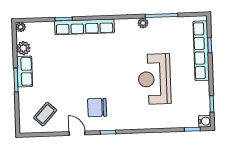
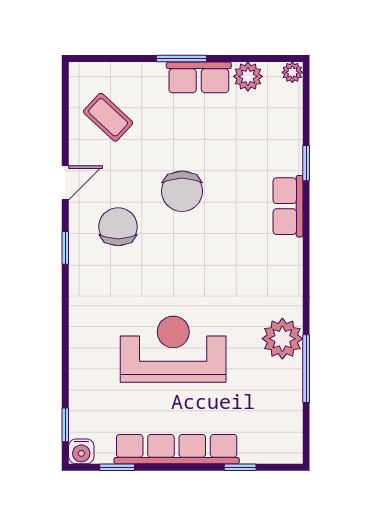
plant: (143, 23) -> (282, 339), width x1.88, depth x1.88
row of seats: (84, 27) -> (288, 206), width x0.50
row of seats: (201, 51) -> (177, 449), moved
chair: (79, 78) -> (182, 191), added

